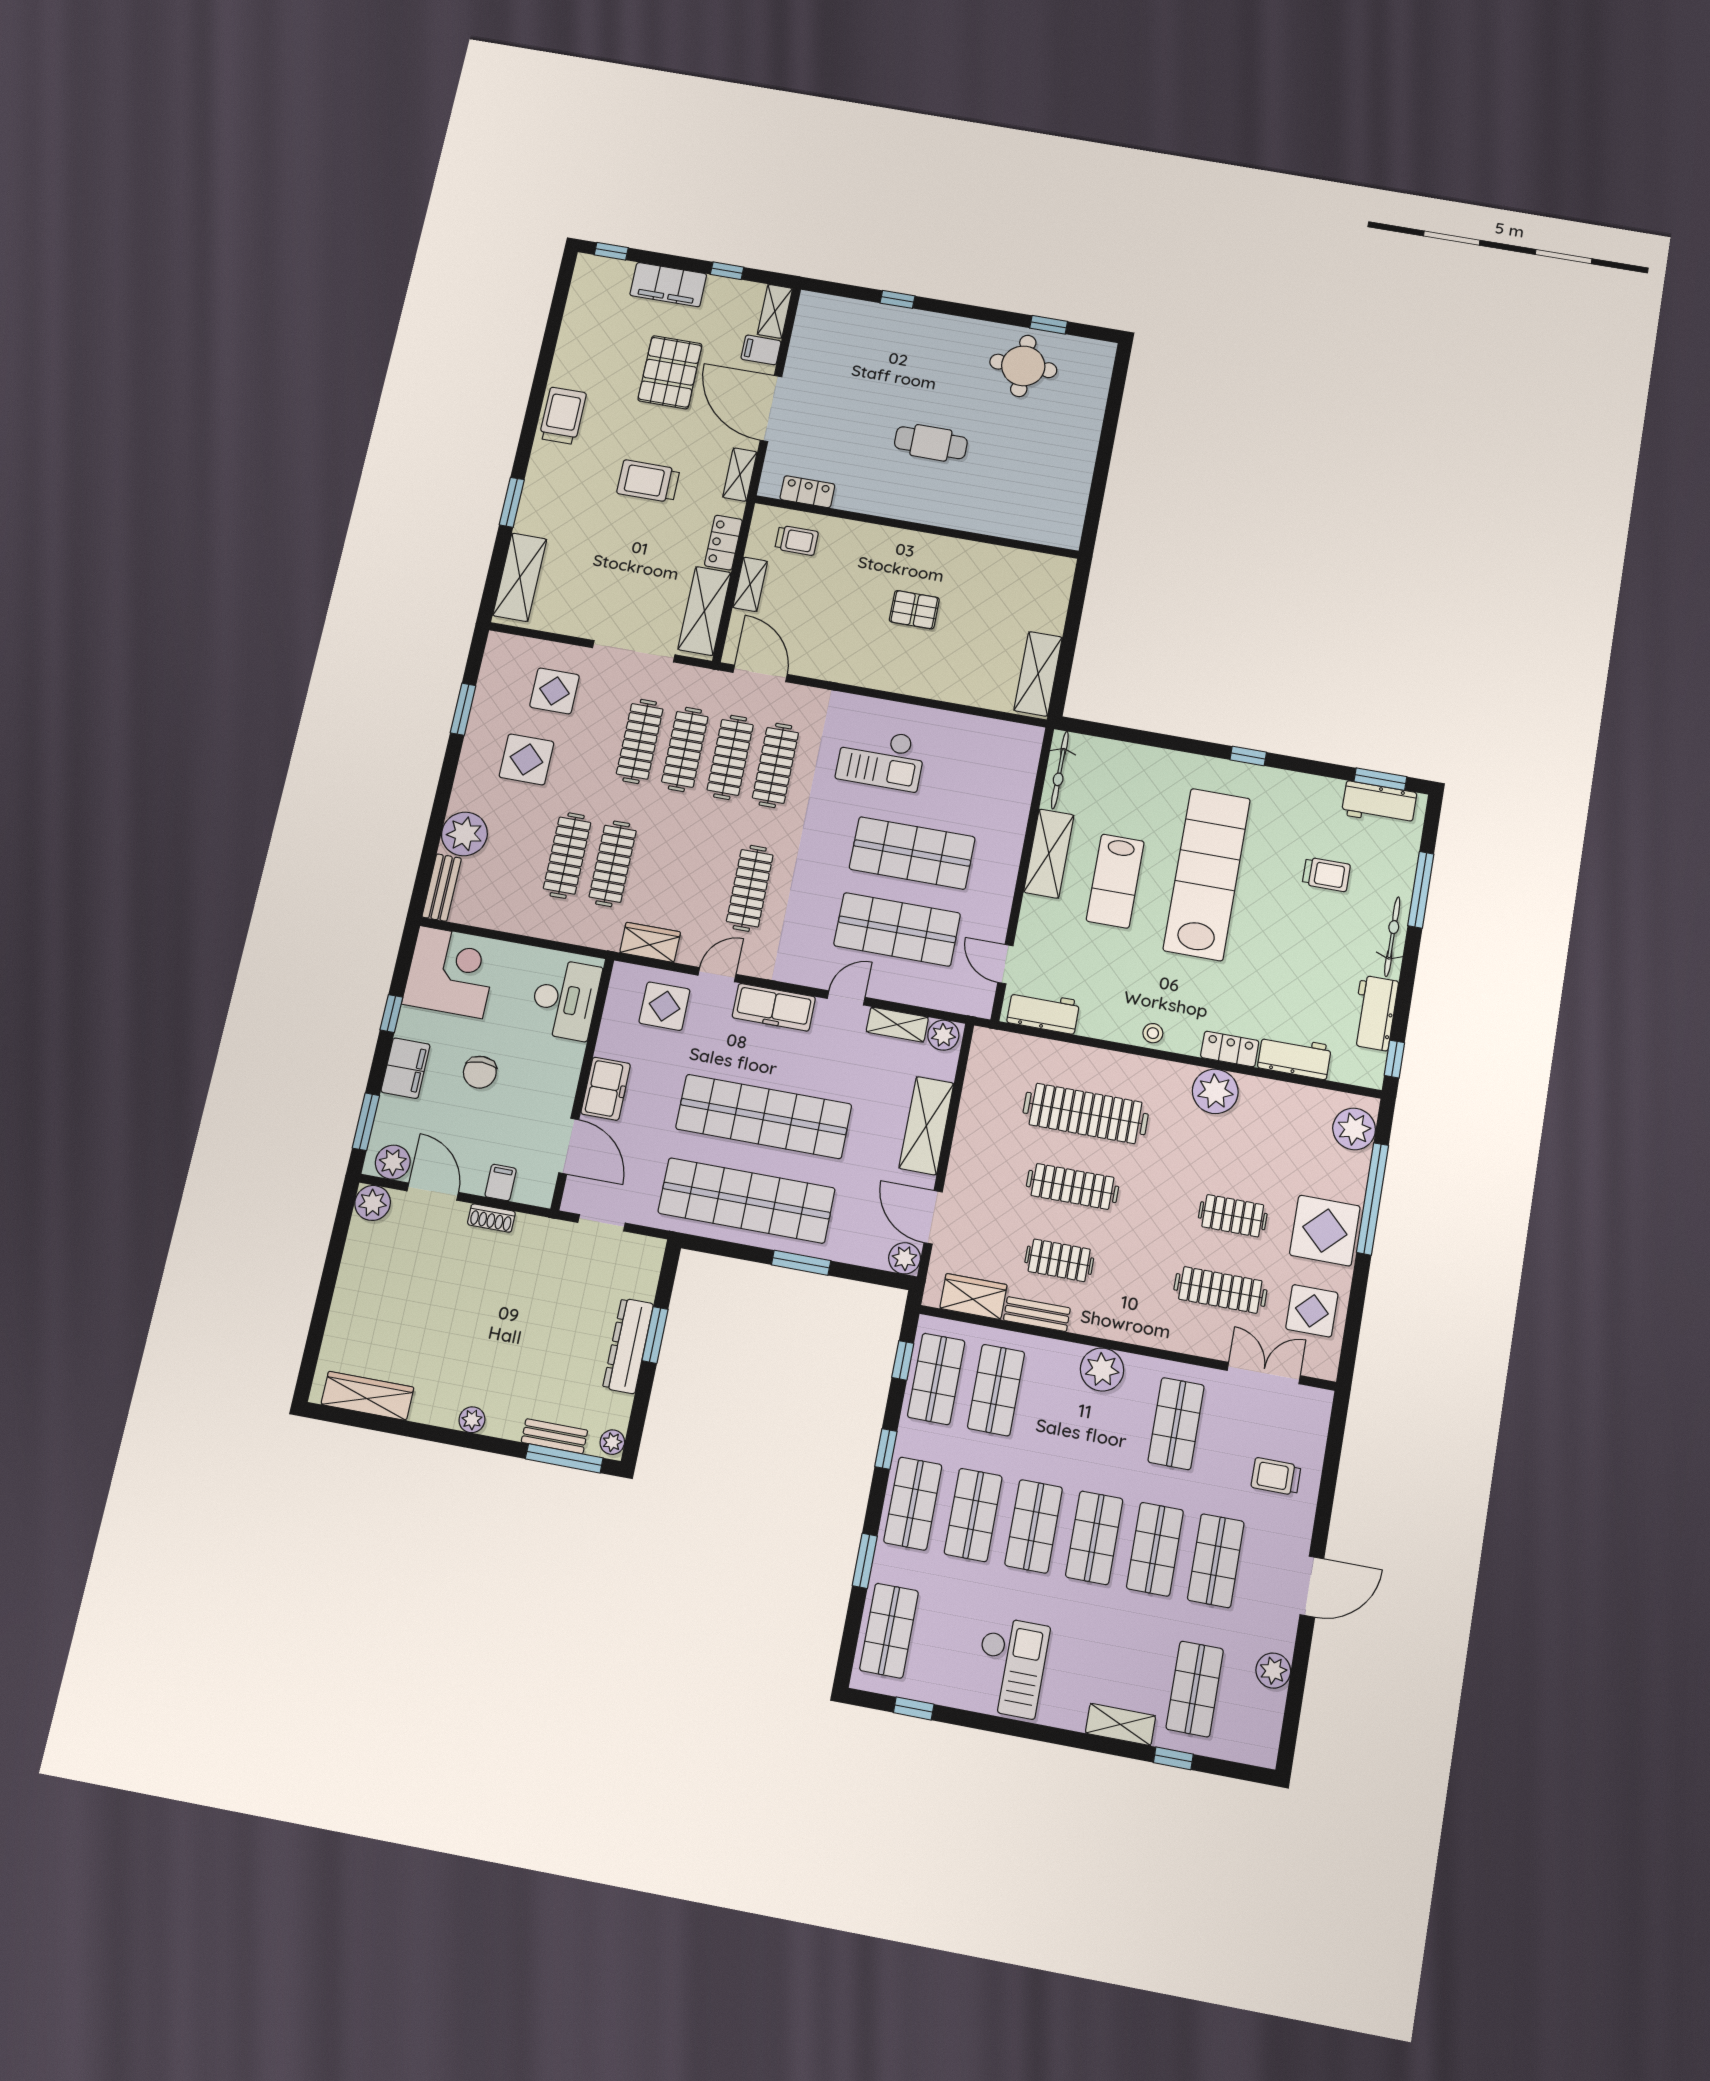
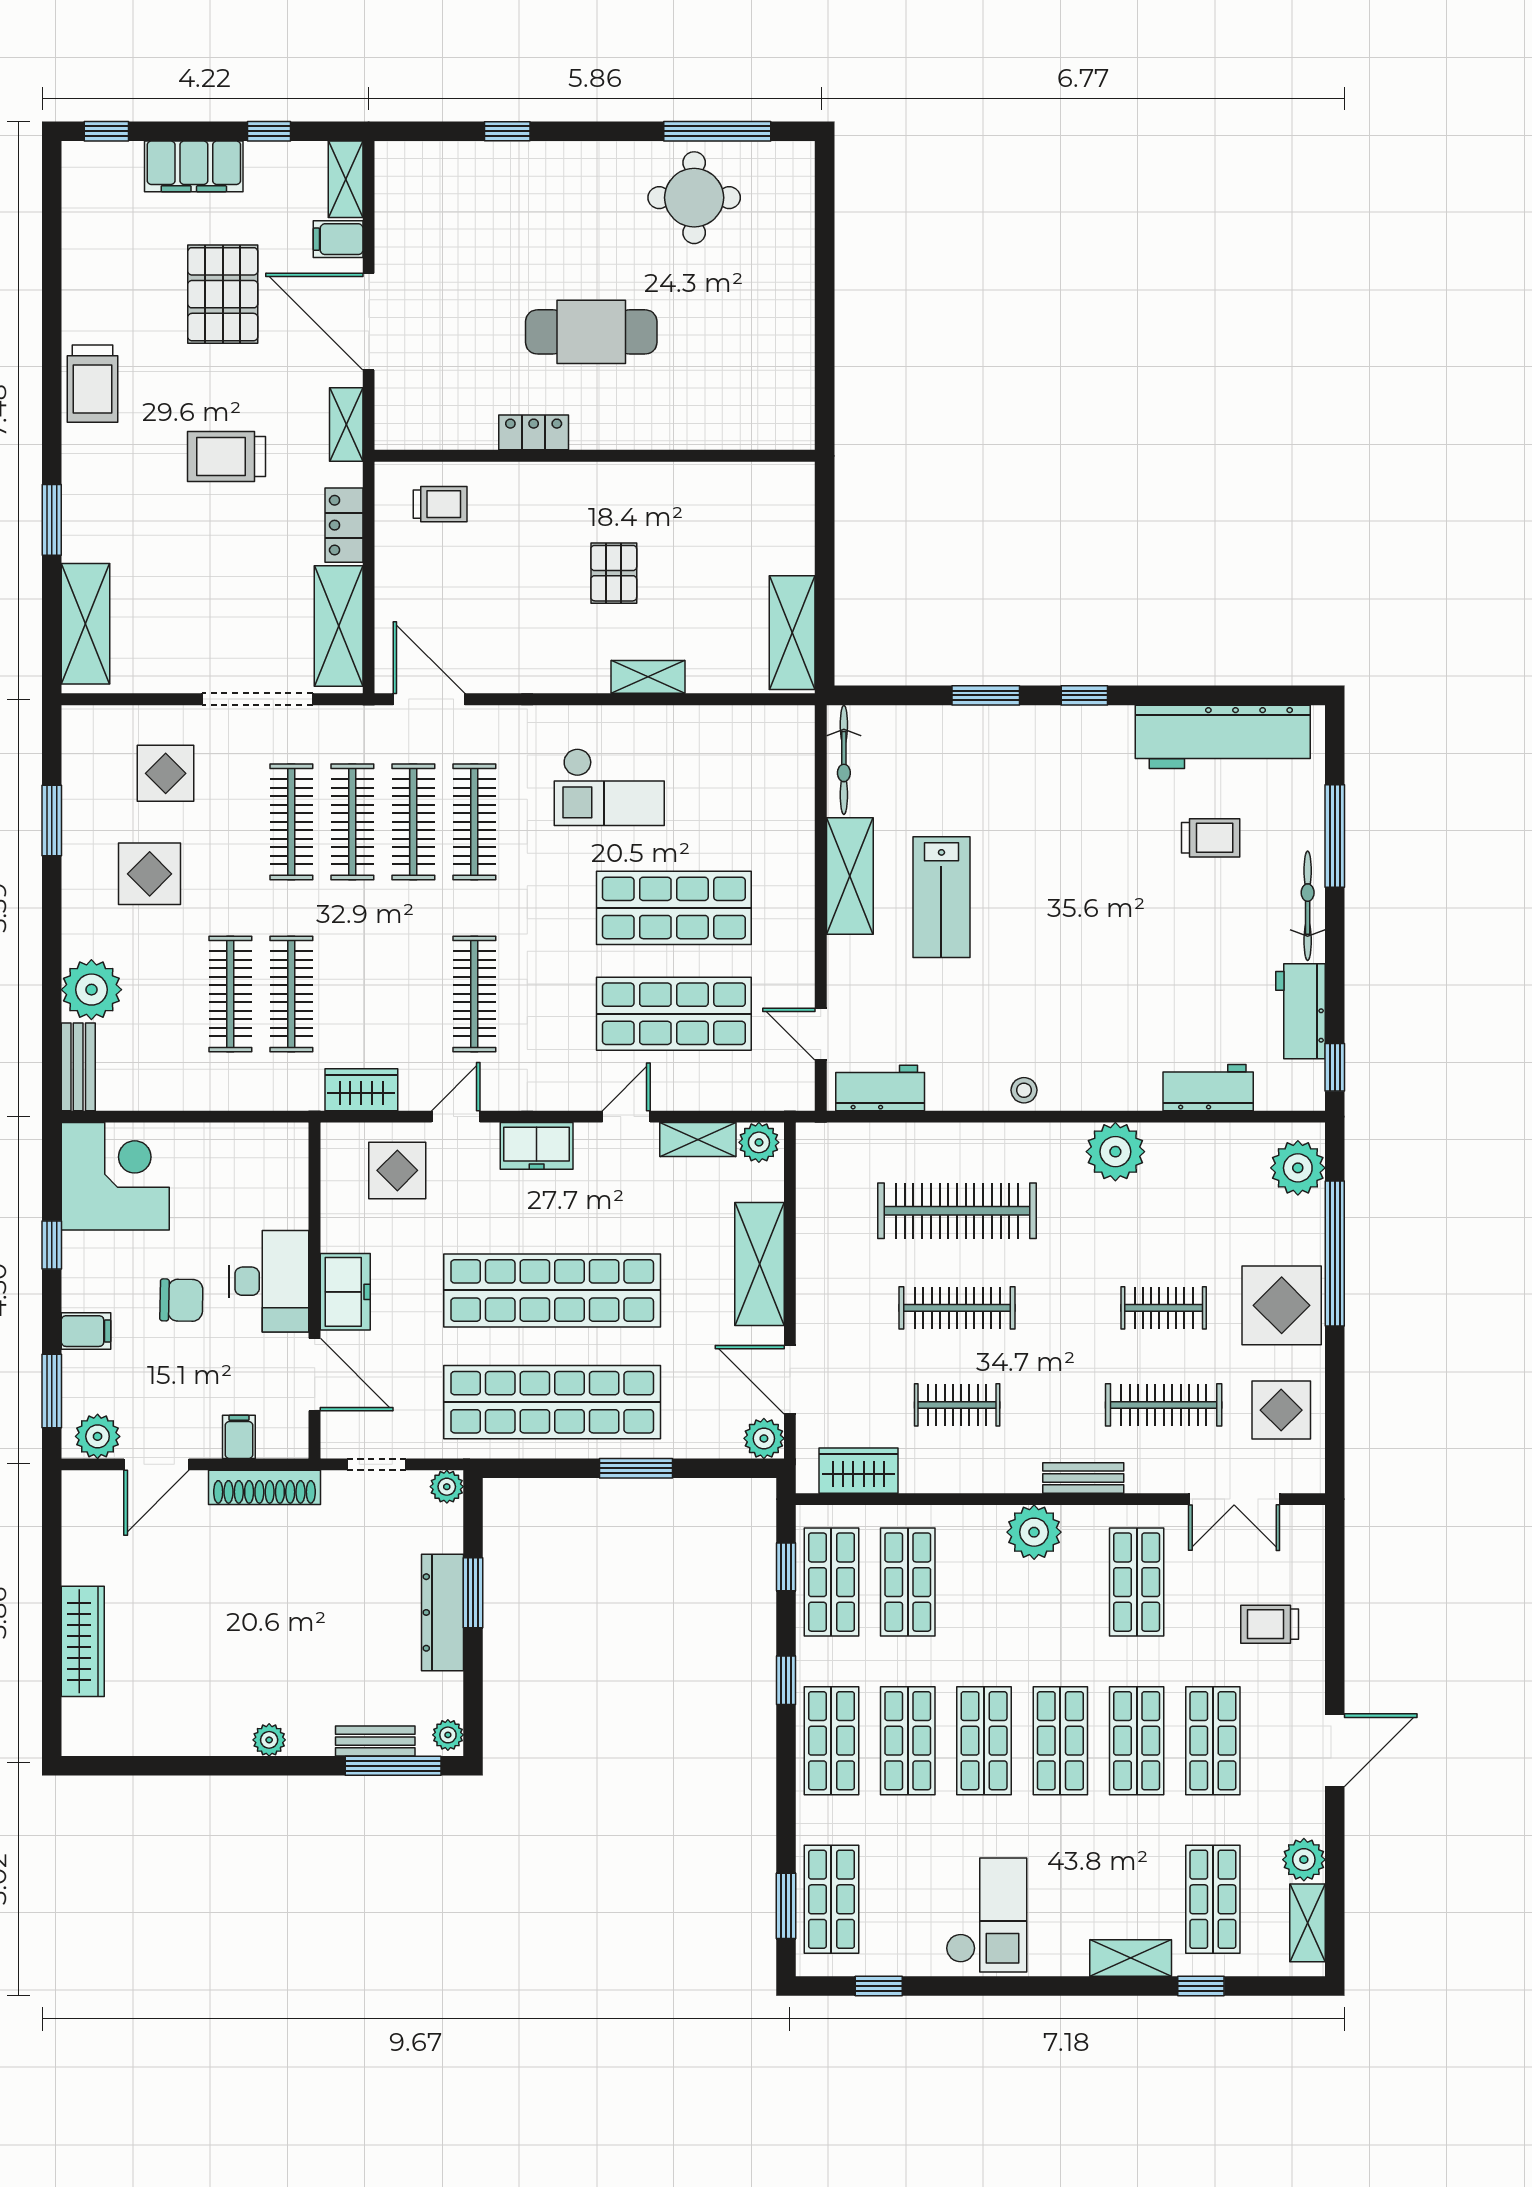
window: (1049, 325) -> (717, 131), width x2.17
trolley: (563, 416) -> (92, 384), turned 180
cafe table: (931, 443) -> (591, 332), width x1.37, depth x1.35
locker: (807, 492) -> (534, 432), moved
shelving: (750, 584) -> (648, 677), moved, turned 90
pallet: (914, 610) -> (614, 573), turned 90
window: (1380, 779) -> (986, 695), moved
workbench: (1379, 804) -> (1223, 737), width x1.88, depth x1.32
lab bench: (1207, 874) -> (1057, 866), removed
desk: (565, 999) -> (269, 1281), moved
freezer: (774, 1007) -> (537, 1146), width x0.71
locker: (1230, 1049) -> (1125, 1093), removed
filing cabinet: (405, 1068) -> (86, 1331), width x0.50
chair: (480, 1072) -> (181, 1300), turned -89
door: (433, 1192) -> (156, 1464), swing flipped
plant: (373, 1203) -> (447, 1487), moved, width x0.73, depth x0.73
shoe rack: (491, 1218) -> (264, 1487), width x1.94, depth x1.24
bench: (1037, 1314) -> (1083, 1478), moved
double door: (1264, 1373) -> (1234, 1499), swing flipped
wardrobe: (367, 1396) -> (83, 1641), moved, turned 90
window: (865, 1561) -> (786, 1906), moved
shelving: (1268, 1723) -> (1308, 1923), added

